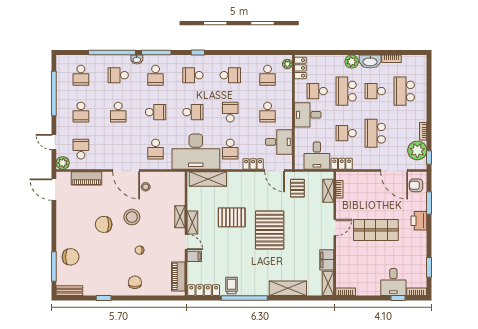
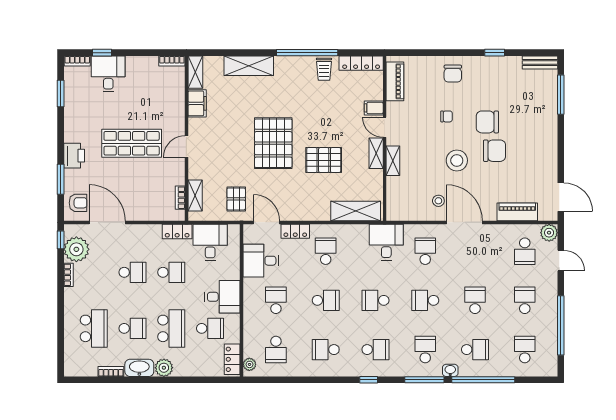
school desk: (268, 75) -> (276, 350), turned 180
school desk: (230, 112) -> (326, 300), turned -90
school desk: (375, 133) -> (132, 272), width x0.54
desk: (196, 152) -> (386, 242), width x0.53, depth x0.77
chair: (71, 257) -> (487, 122), moved

